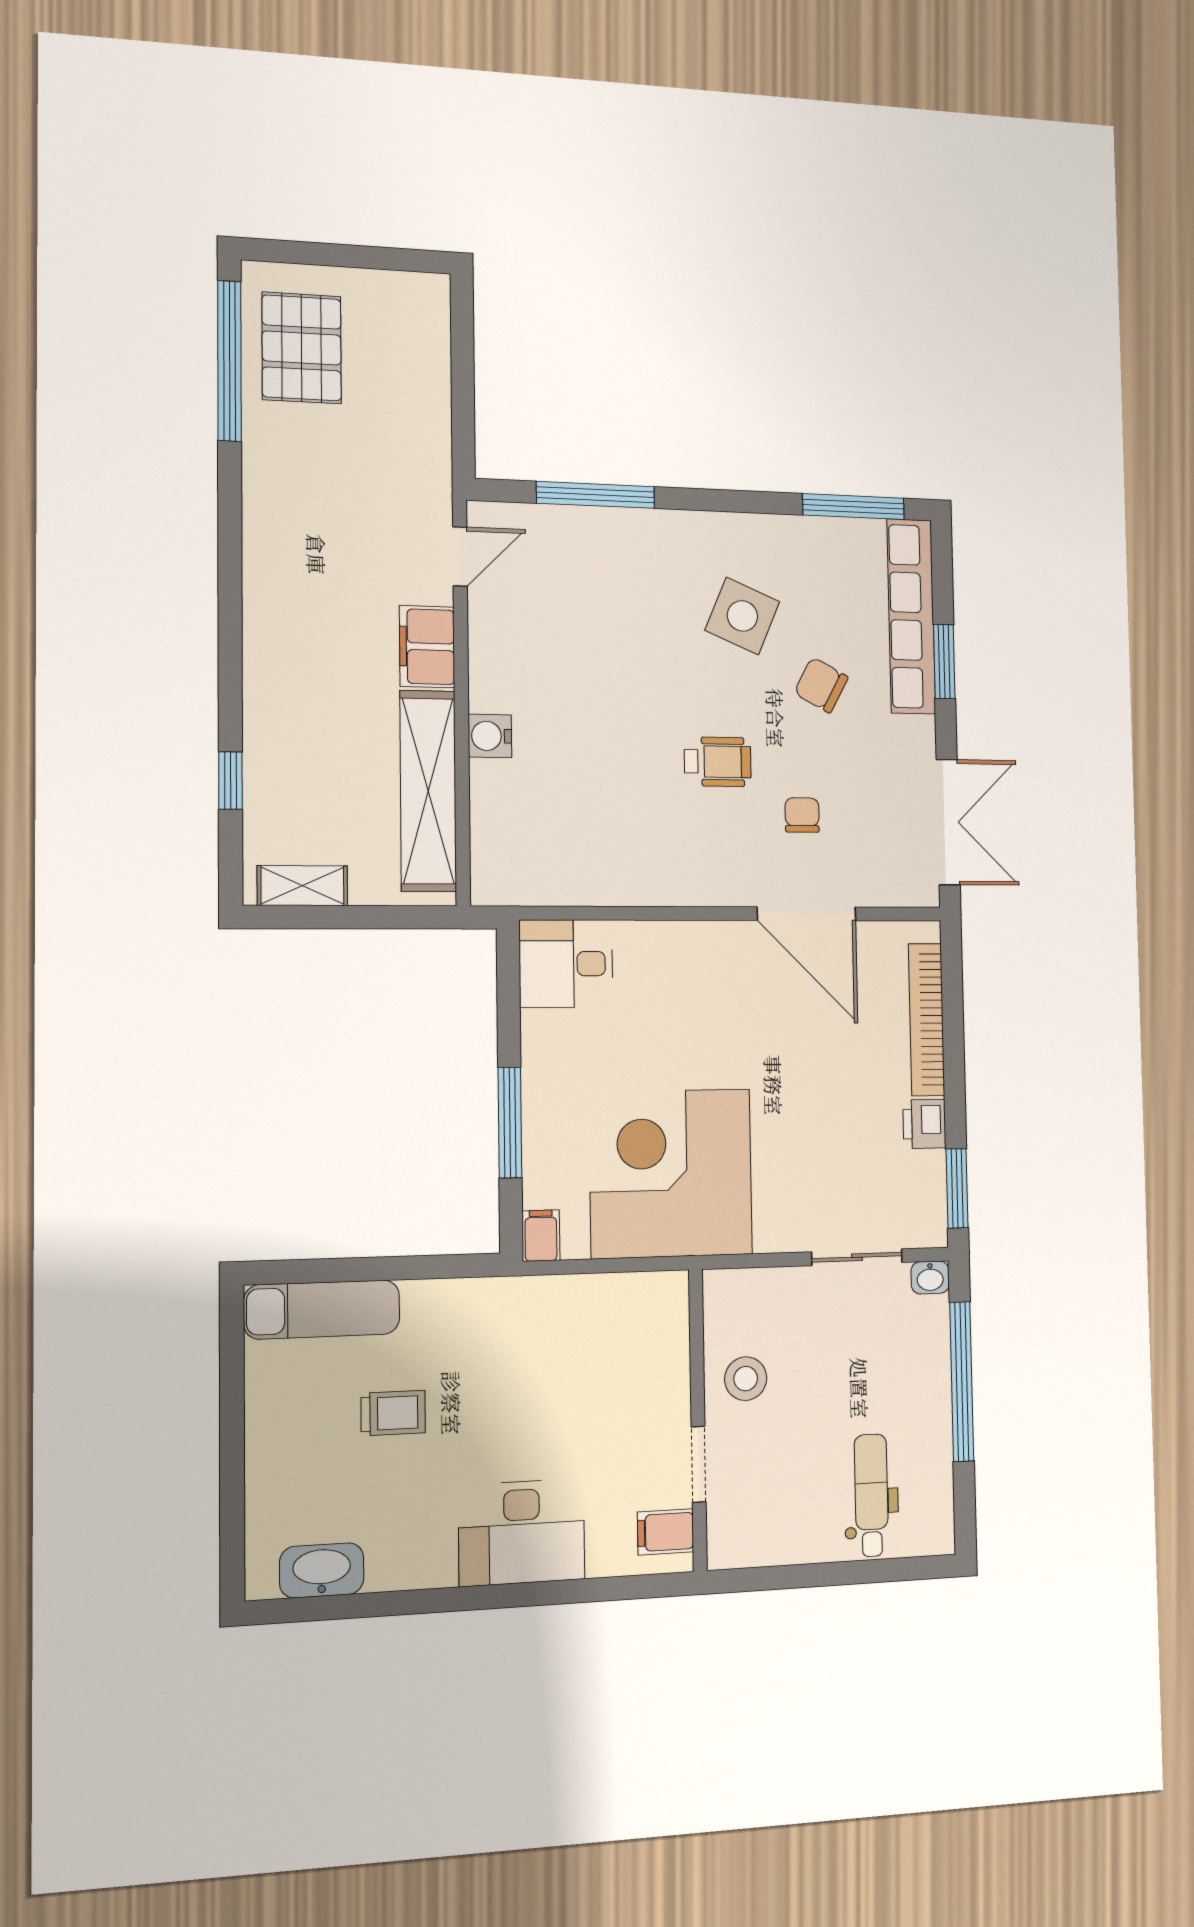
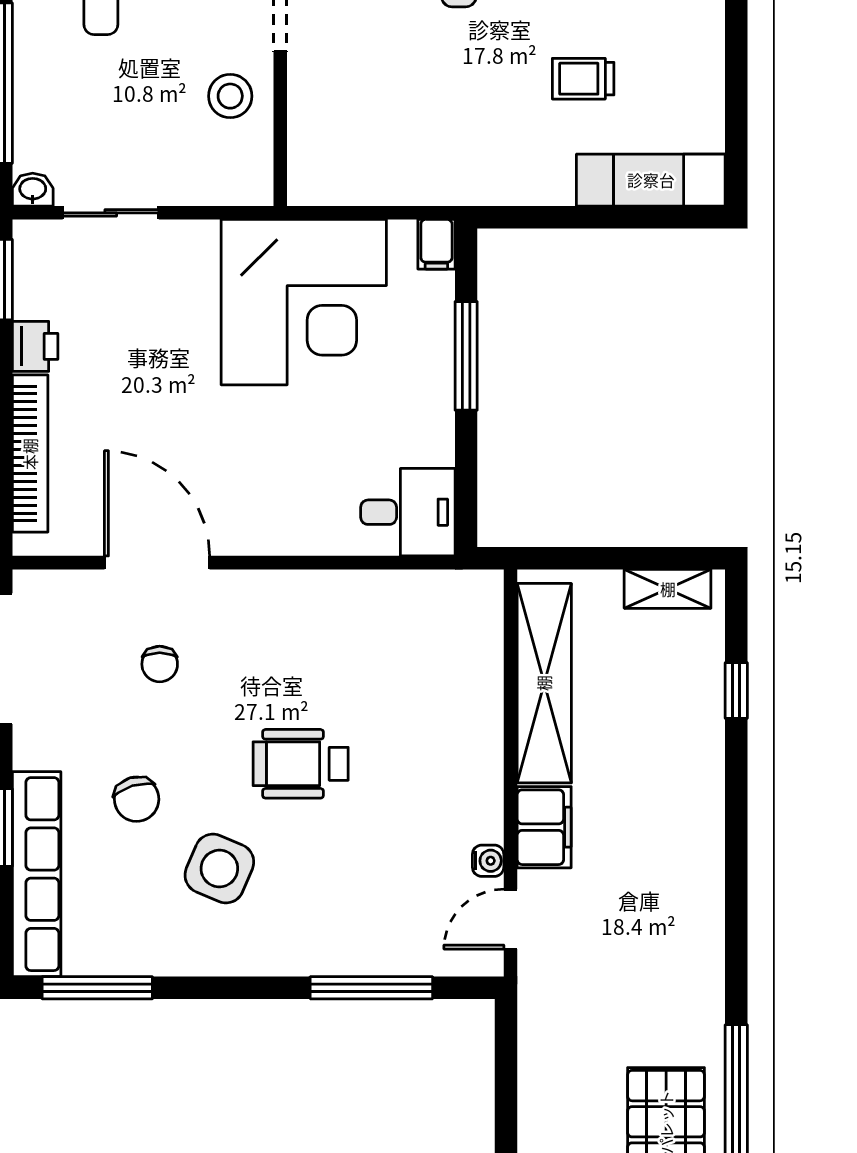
chair: (821, 685) -> (137, 799), turned 45
water cooler: (490, 736) -> (488, 861), moved, width x0.72, depth x0.72
wheelchair: (718, 762) -> (301, 764), moved, width x1.36, depth x1.37

